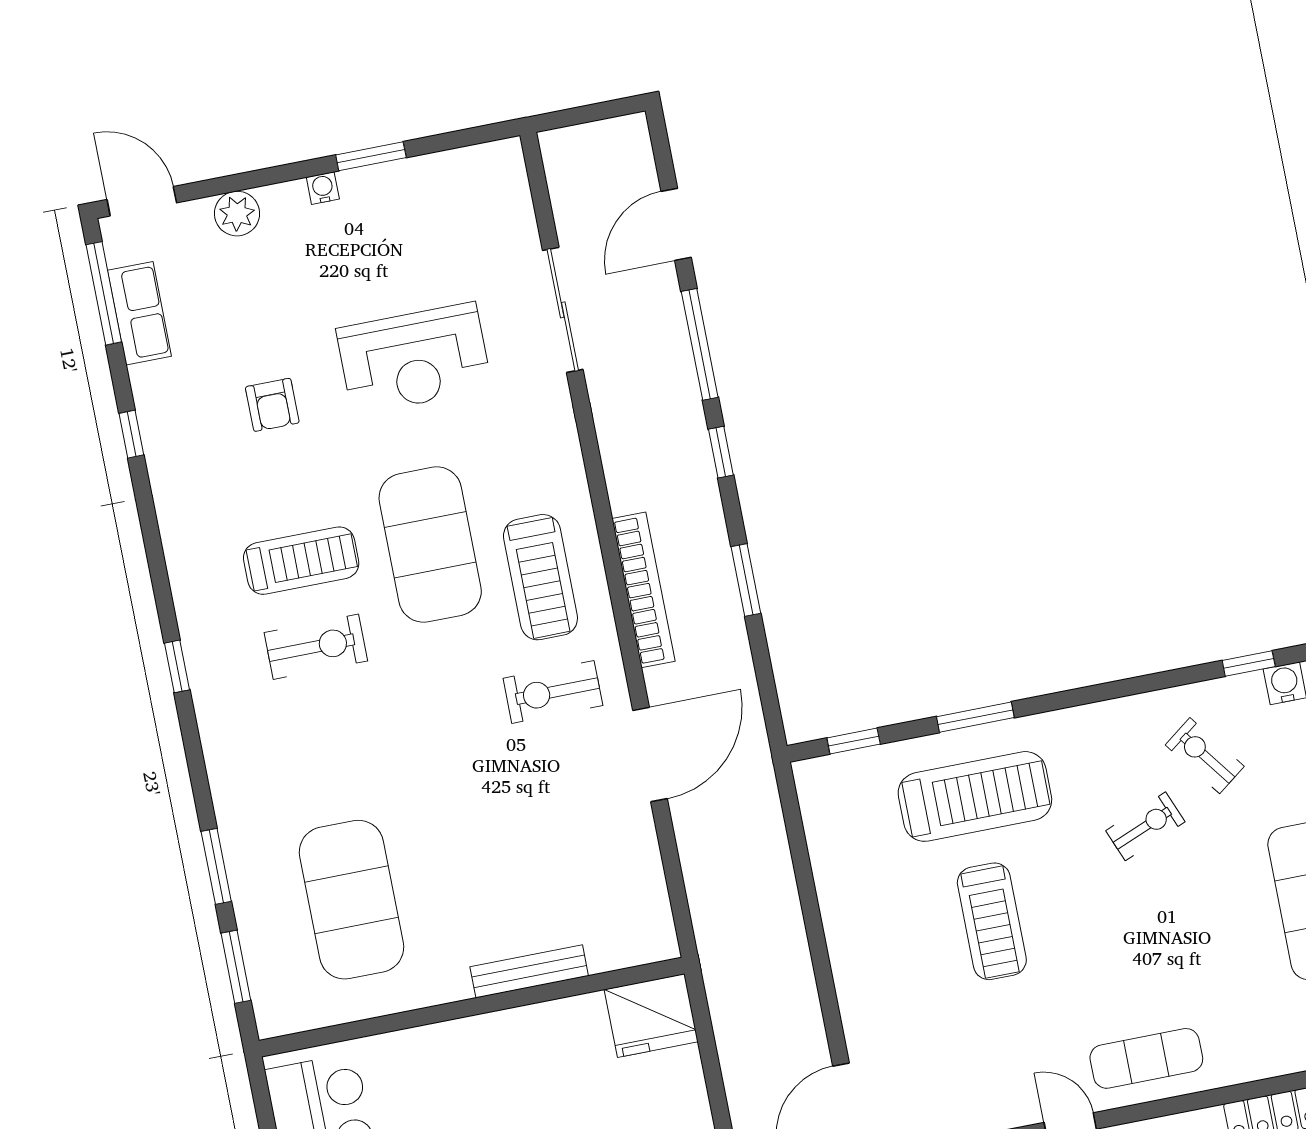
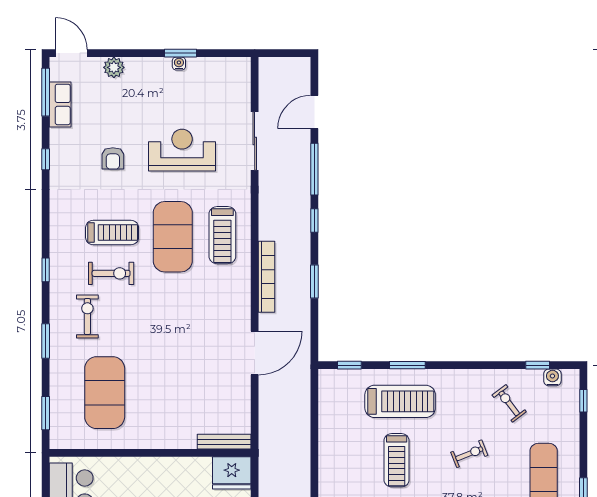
water cooler: (323, 188) -> (179, 64), moved
reception desk: (414, 359) -> (182, 150), turned 180
treadmill: (540, 577) -> (222, 235), moved
exercise bike: (553, 692) -> (87, 317), moved, turned 90
exercise bike: (1145, 826) -> (469, 454), moved
window: (216, 866) -> (46, 341), moved
bench: (529, 971) -> (224, 442), moved

